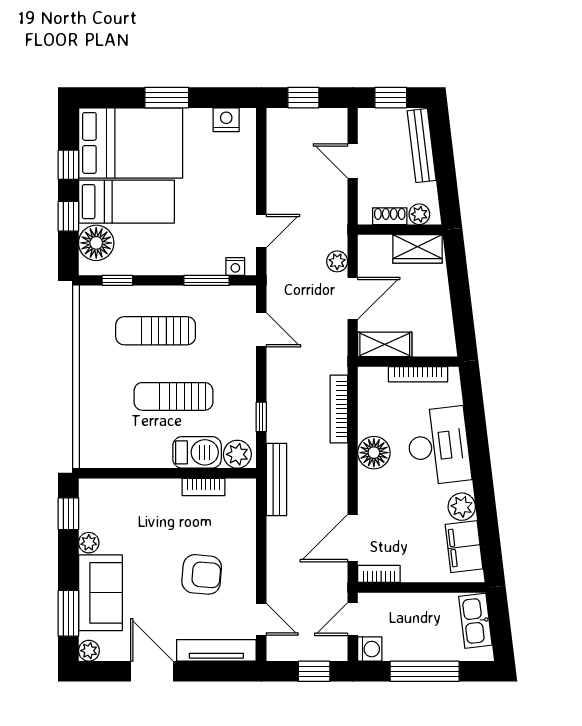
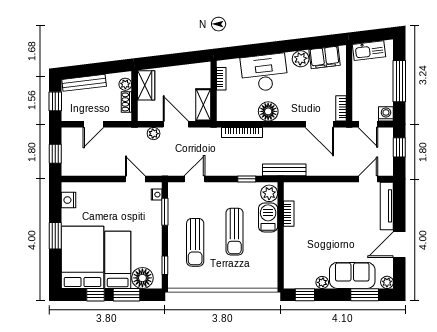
window: (68, 216) -> (126, 295), width x1.50
bookcase: (418, 374) -> (221, 79), width x0.64
armchair: (202, 574) -> (341, 215), removed

